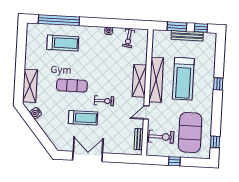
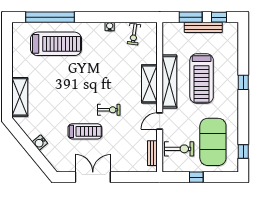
treadmill: (63, 43) -> (56, 44), width x1.37, depth x1.38
exercise mat: (72, 85) -> (70, 94), removed
water cooler: (36, 113) -> (40, 143), moved

